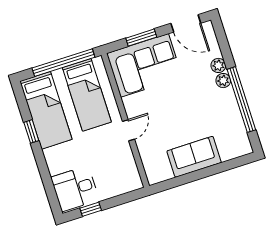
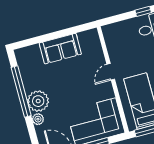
plant: (223, 81) -> (38, 101), width x1.88, depth x1.88

